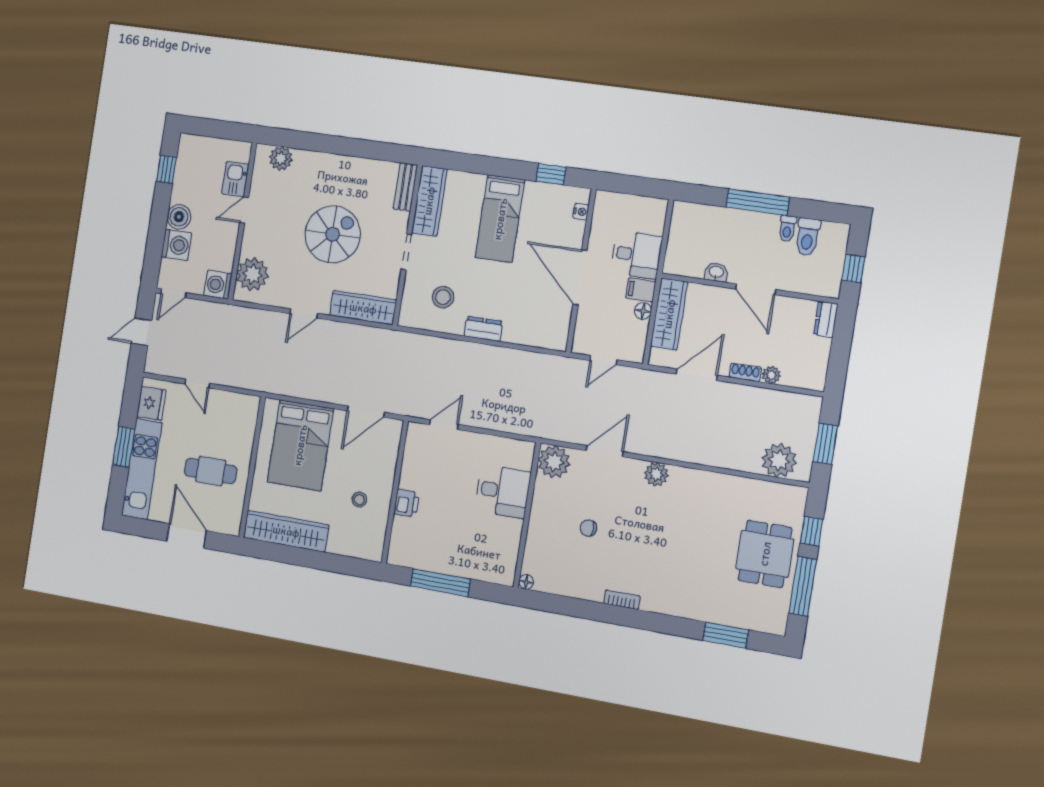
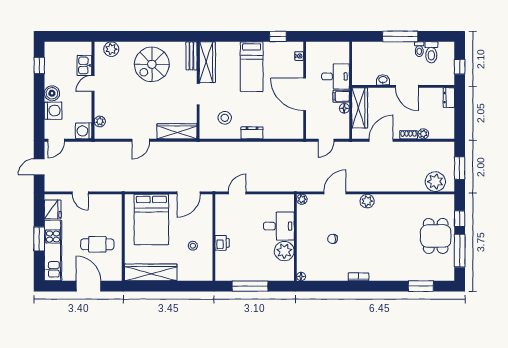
spiral stairs: (333, 234) -> (152, 64), moved, turned 180
plant: (252, 274) -> (100, 121), width x0.53, depth x0.53
plant: (554, 462) -> (302, 199), width x0.53, depth x0.53
plant: (505, 534) -> (284, 251), added

